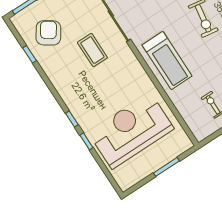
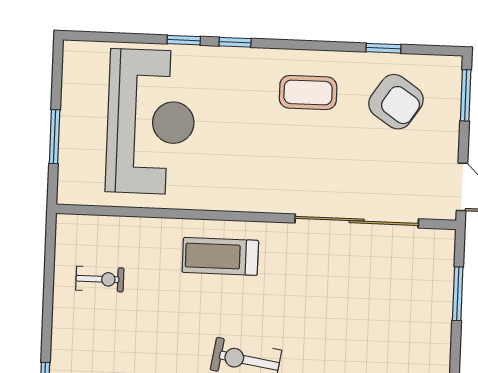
coffee table: (92, 50) -> (308, 93), moved
treadmill: (167, 61) -> (220, 256), width x0.73, depth x0.73

